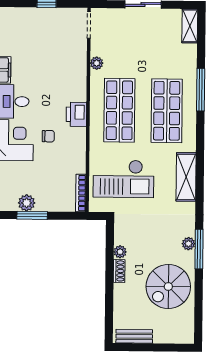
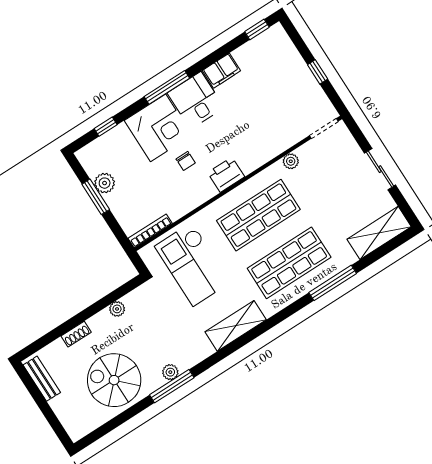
shelving: (190, 26) -> (379, 233), width x1.50, depth x1.33
shoe rack: (119, 271) -> (76, 334), moved

